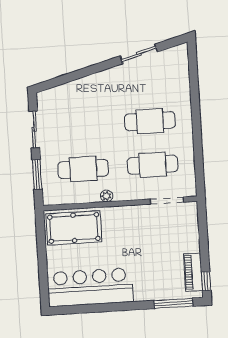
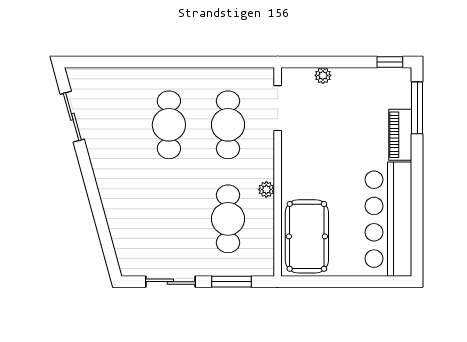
sliding door: (139, 54) -> (72, 117), moved
plant: (193, 233) -> (323, 75), added
piano: (193, 272) -> (400, 135), moved, turned 90

